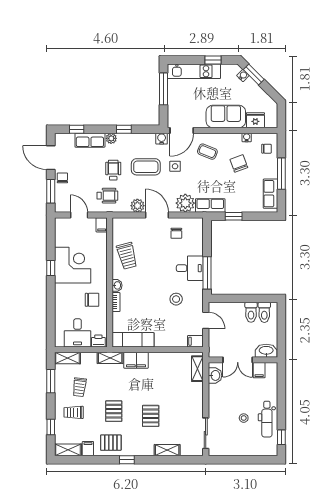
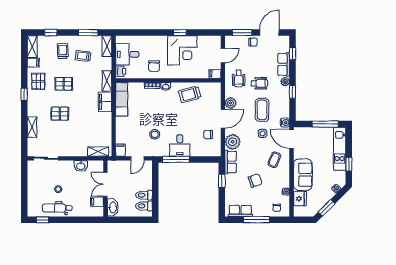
window: (254, 74) -> (327, 208), moved
chair: (239, 163) -> (255, 180), moved
washbasin: (215, 375) -> (81, 166), moved

